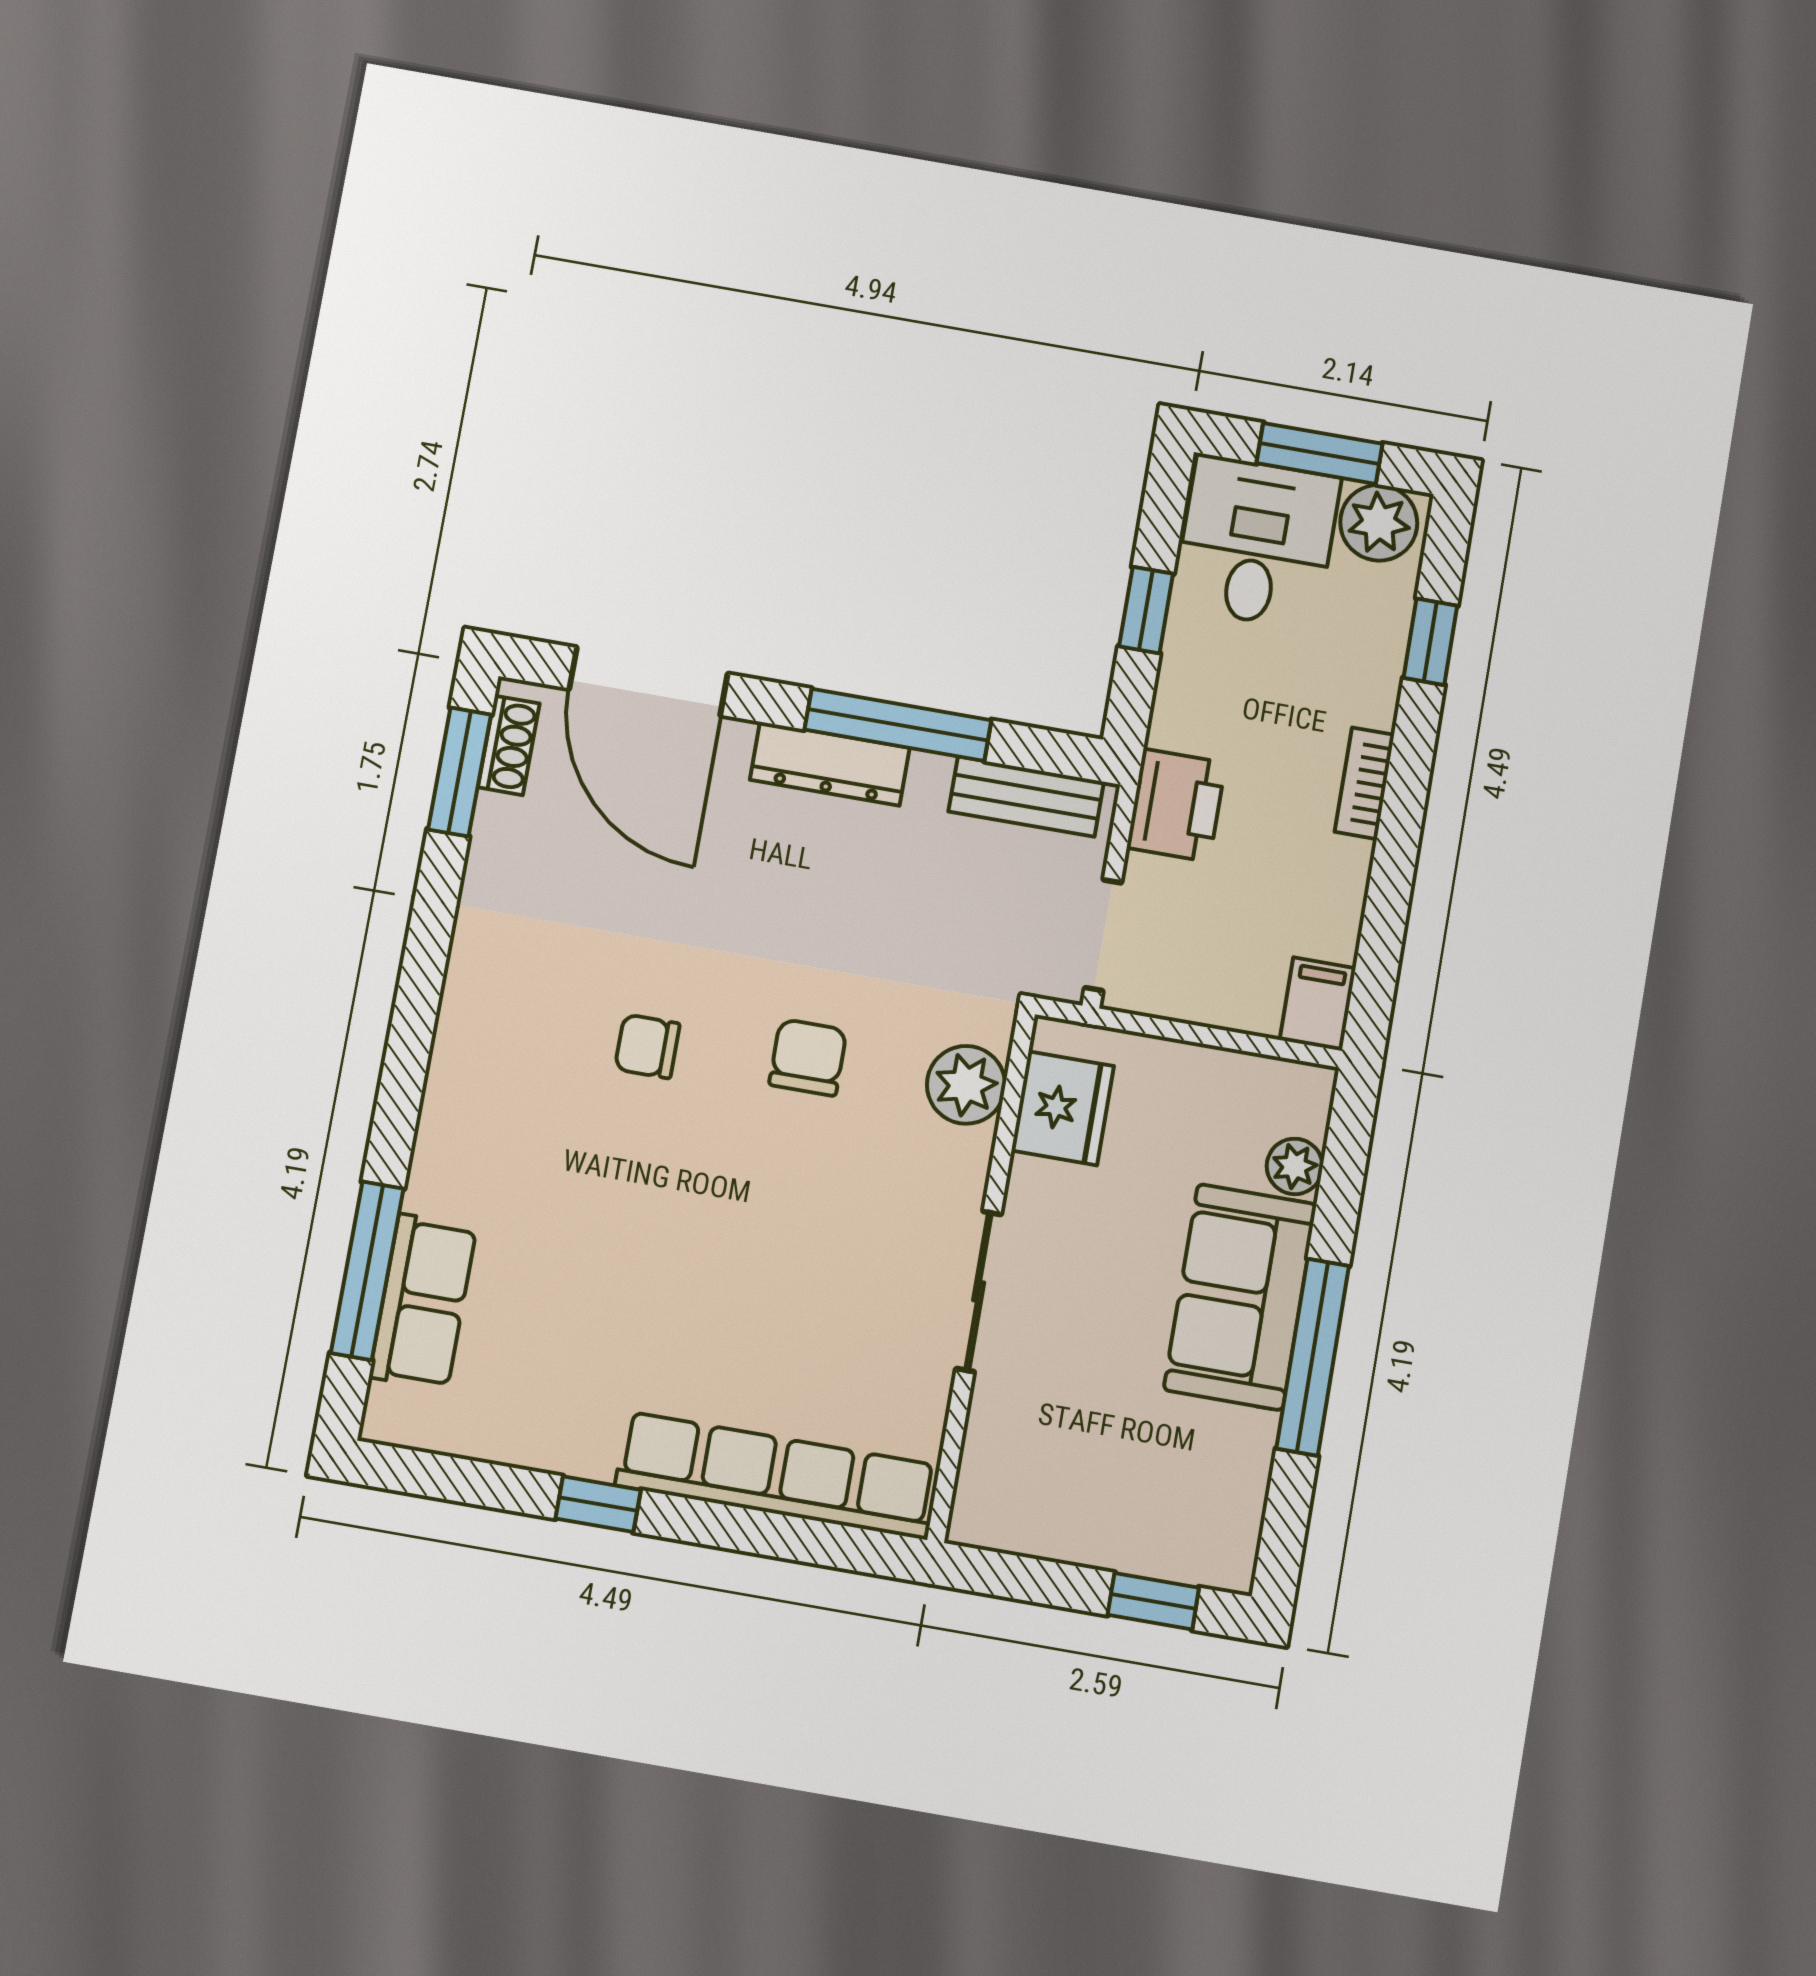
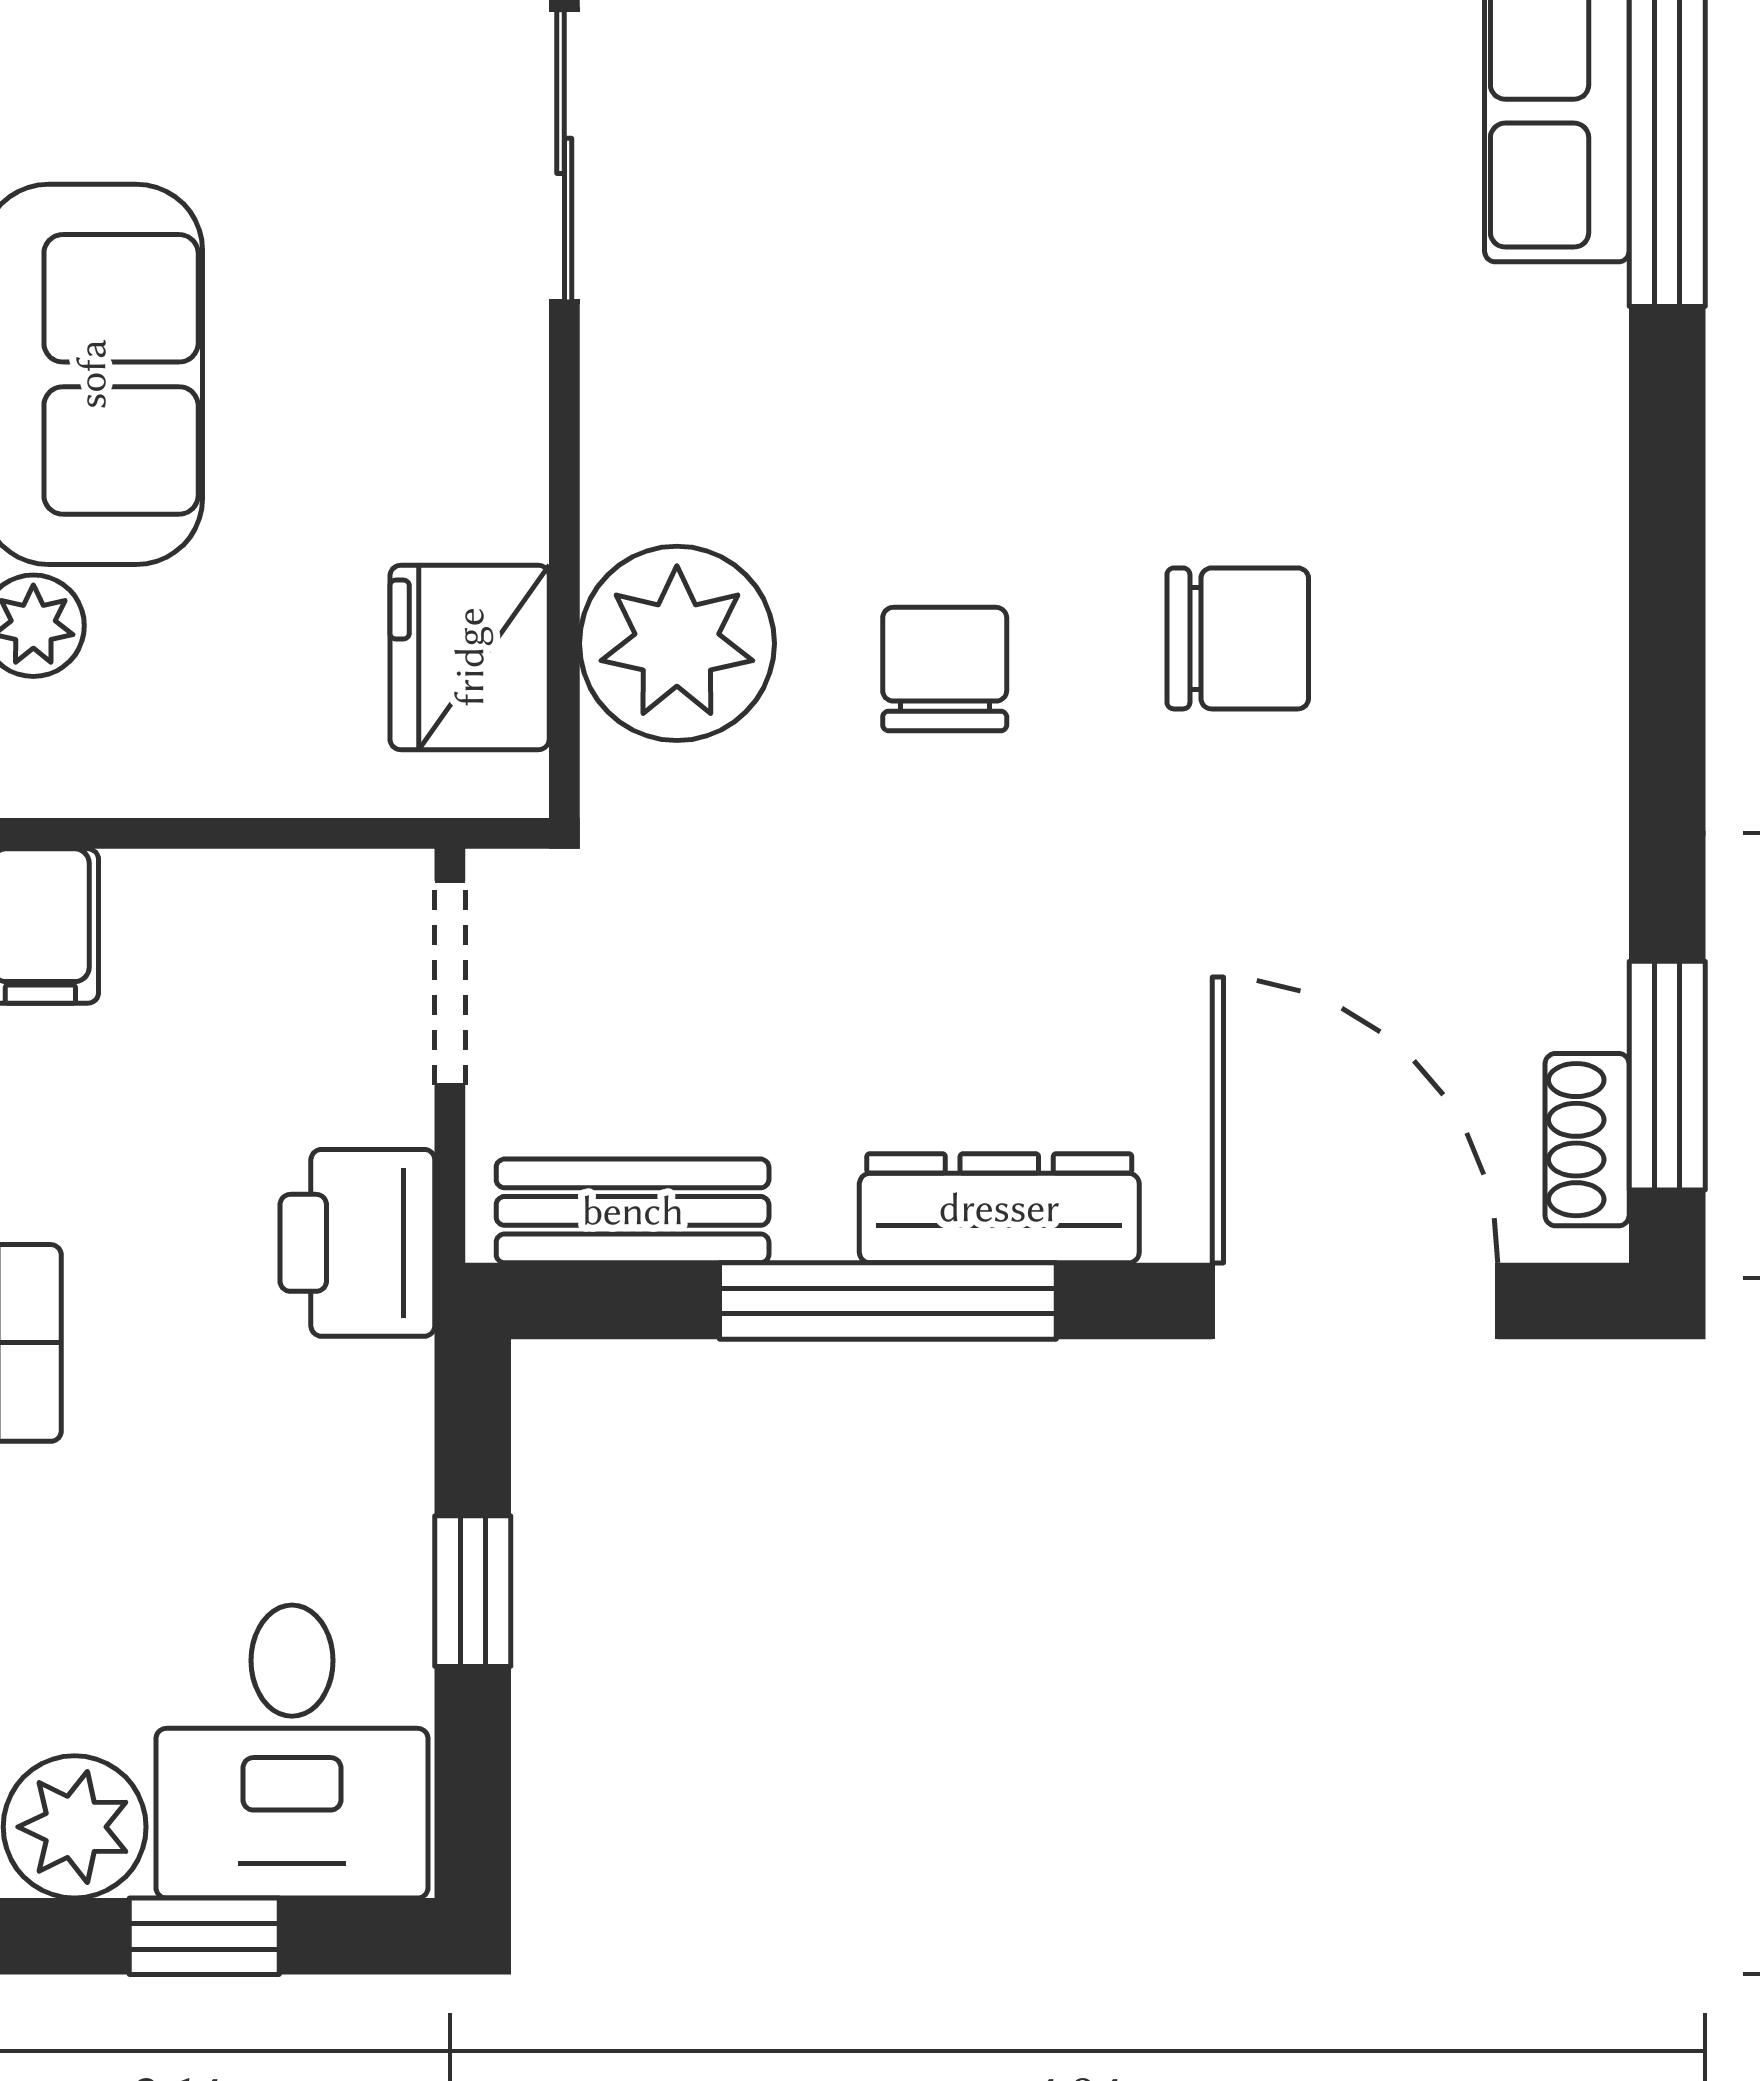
window: (1319, 453) -> (204, 1936), width x0.67
chair: (647, 1046) -> (1238, 638), width x1.37, depth x1.37
chair: (808, 1057) -> (945, 669), turned 180
plant: (966, 1085) -> (677, 643), width x1.36, depth x1.36
sliding door: (979, 1291) -> (564, 156), moved

